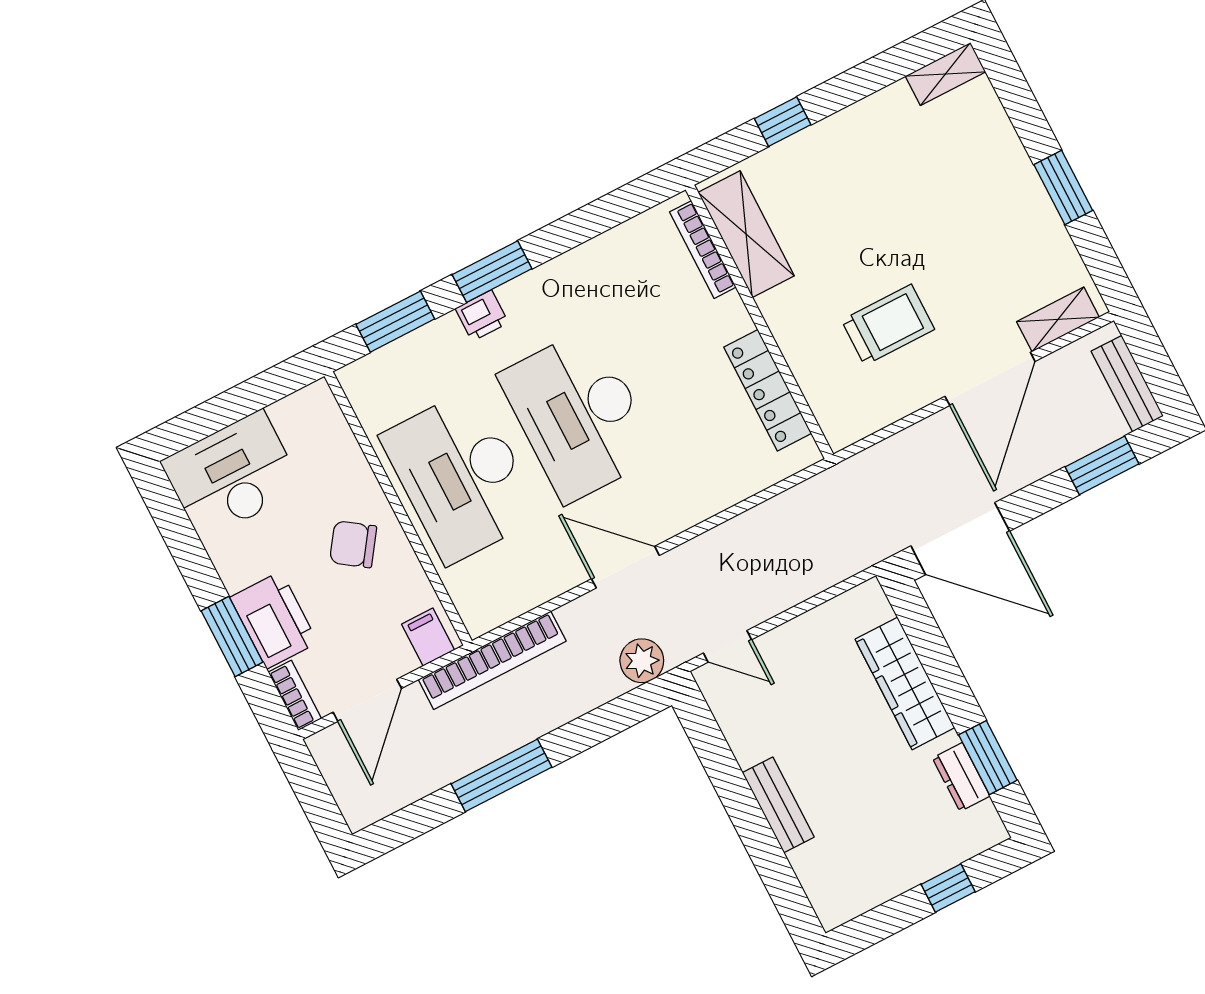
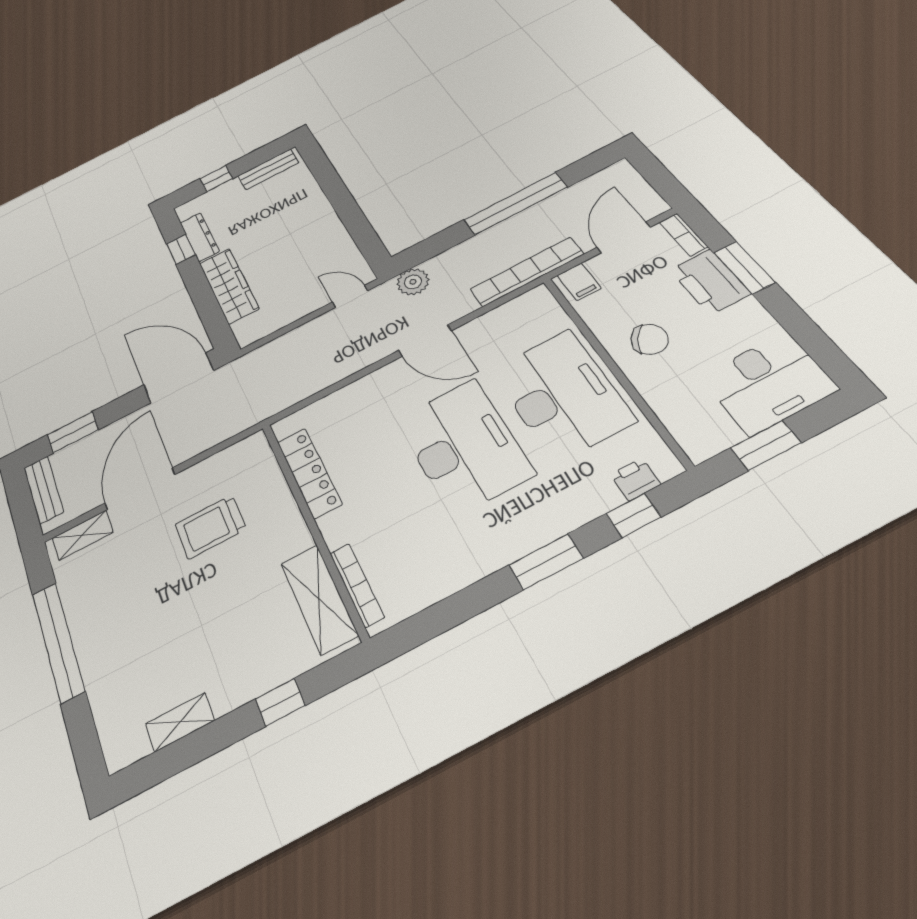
shelving: (945, 74) -> (180, 722), moved
window: (1063, 187) -> (58, 642), width x2.11
printer: (482, 316) -> (635, 479), moved
window: (395, 322) -> (633, 515), width x0.67
window: (248, 398) -> (766, 445), added
window: (988, 758) -> (181, 249), width x0.67
window: (501, 775) -> (515, 204), width x1.46
dresser: (961, 777) -> (200, 237), width x1.44
bench: (778, 805) -> (268, 169), moved, turned 90

